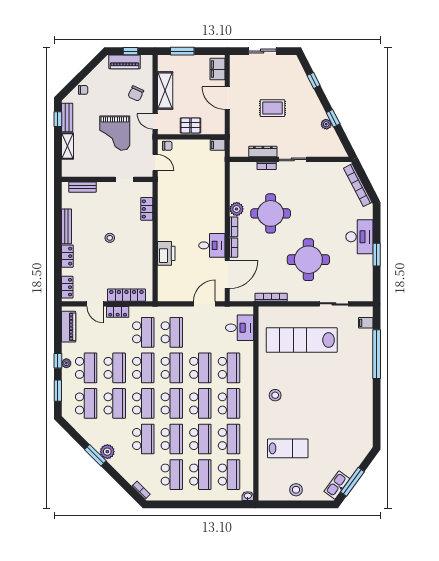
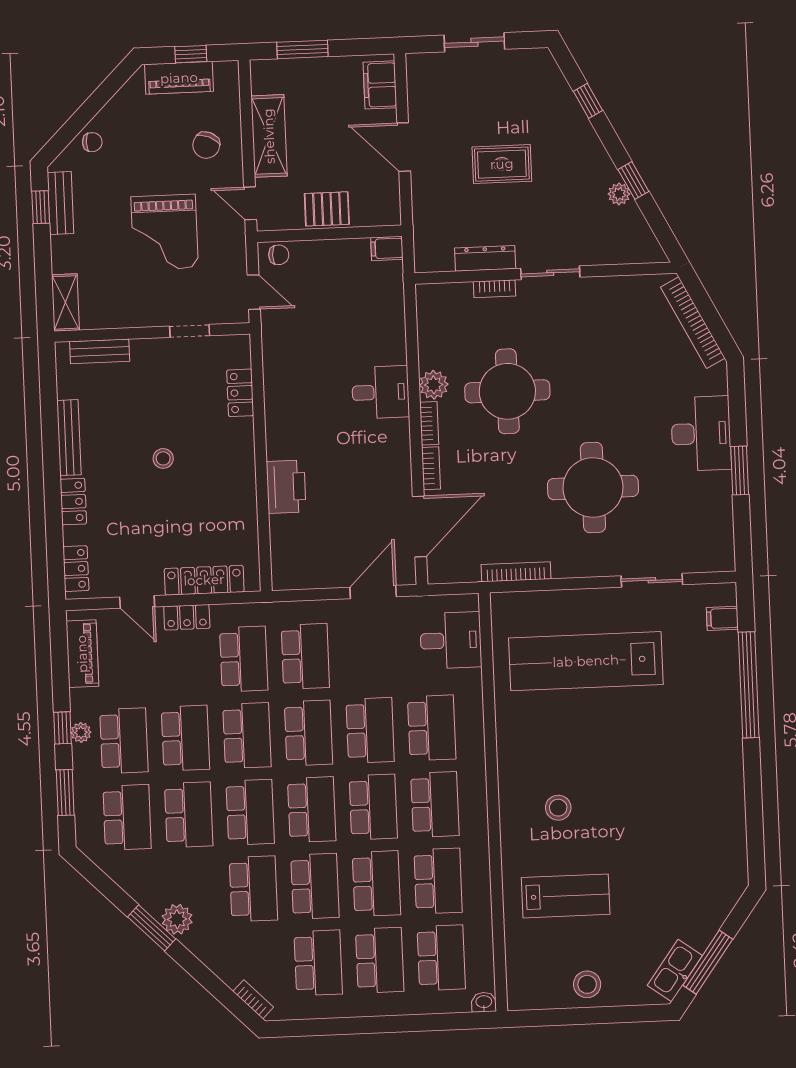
shelving: (68, 146) -> (65, 302), moved
desk: (212, 245) -> (381, 392), moved
stool: (275, 395) -> (558, 808), moved

